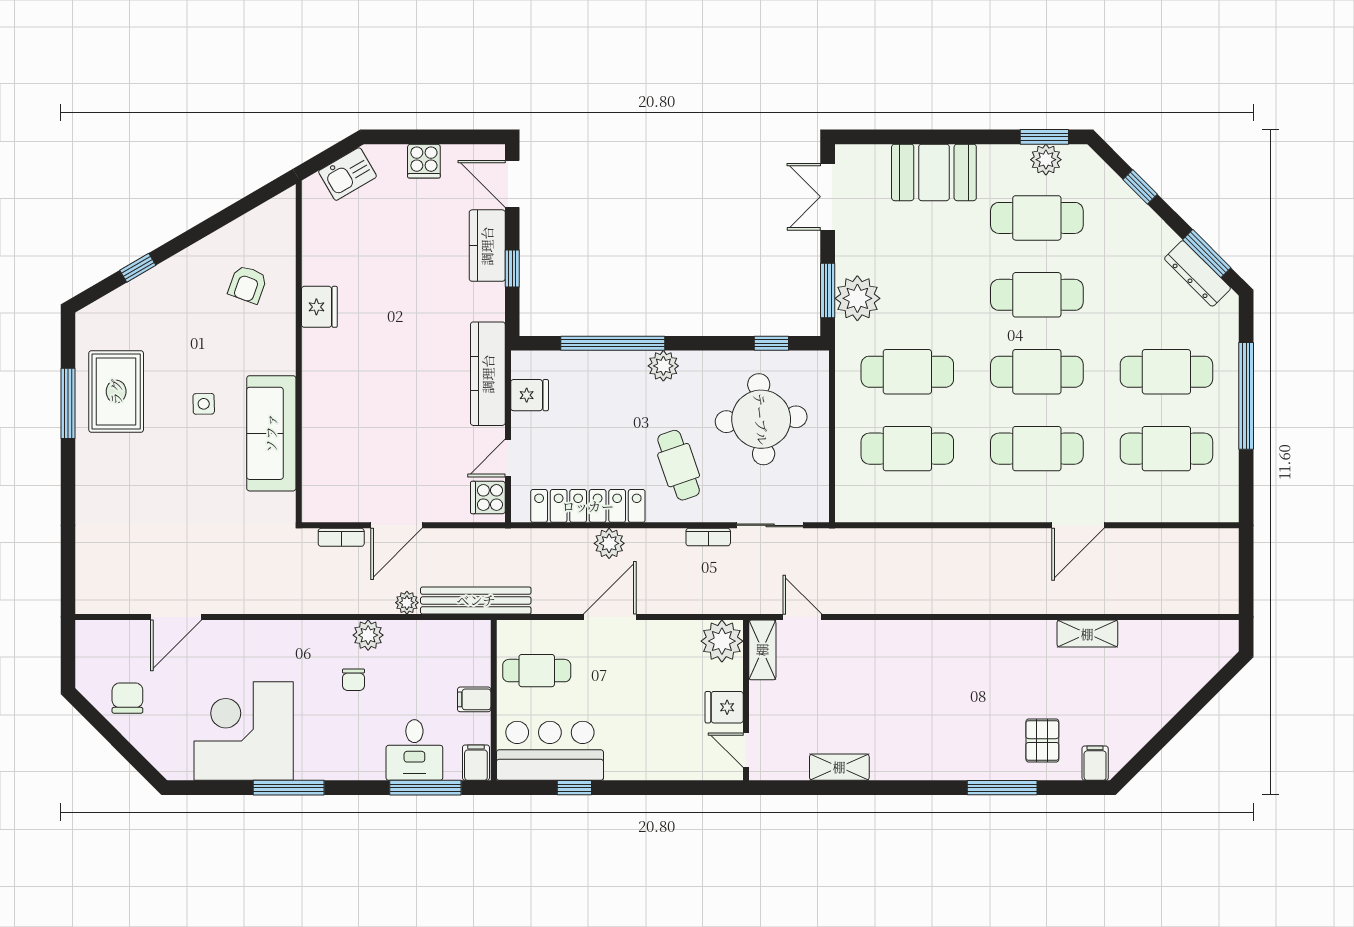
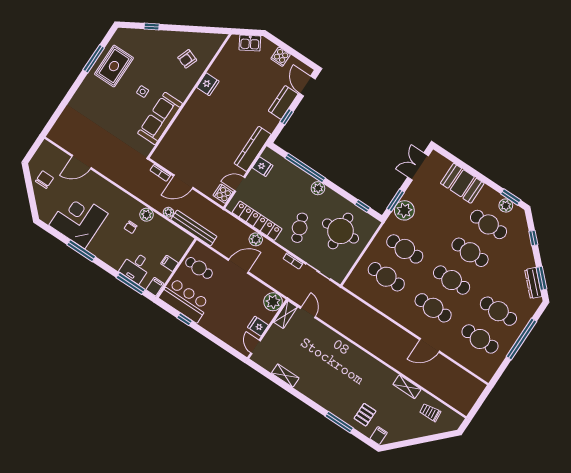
trolley: (1164, 653) -> (430, 412), added

